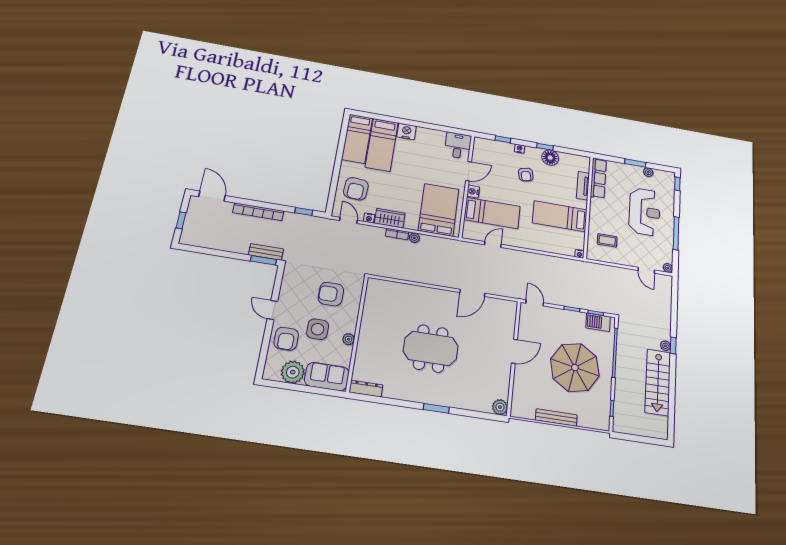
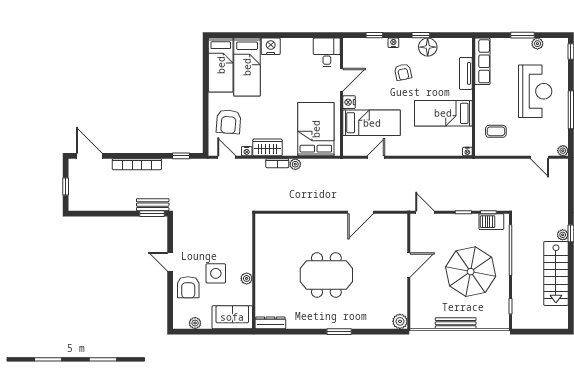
armchair: (331, 294) -> (222, 237), removed
plant: (293, 372) -> (195, 323), width x0.53, depth x0.53

